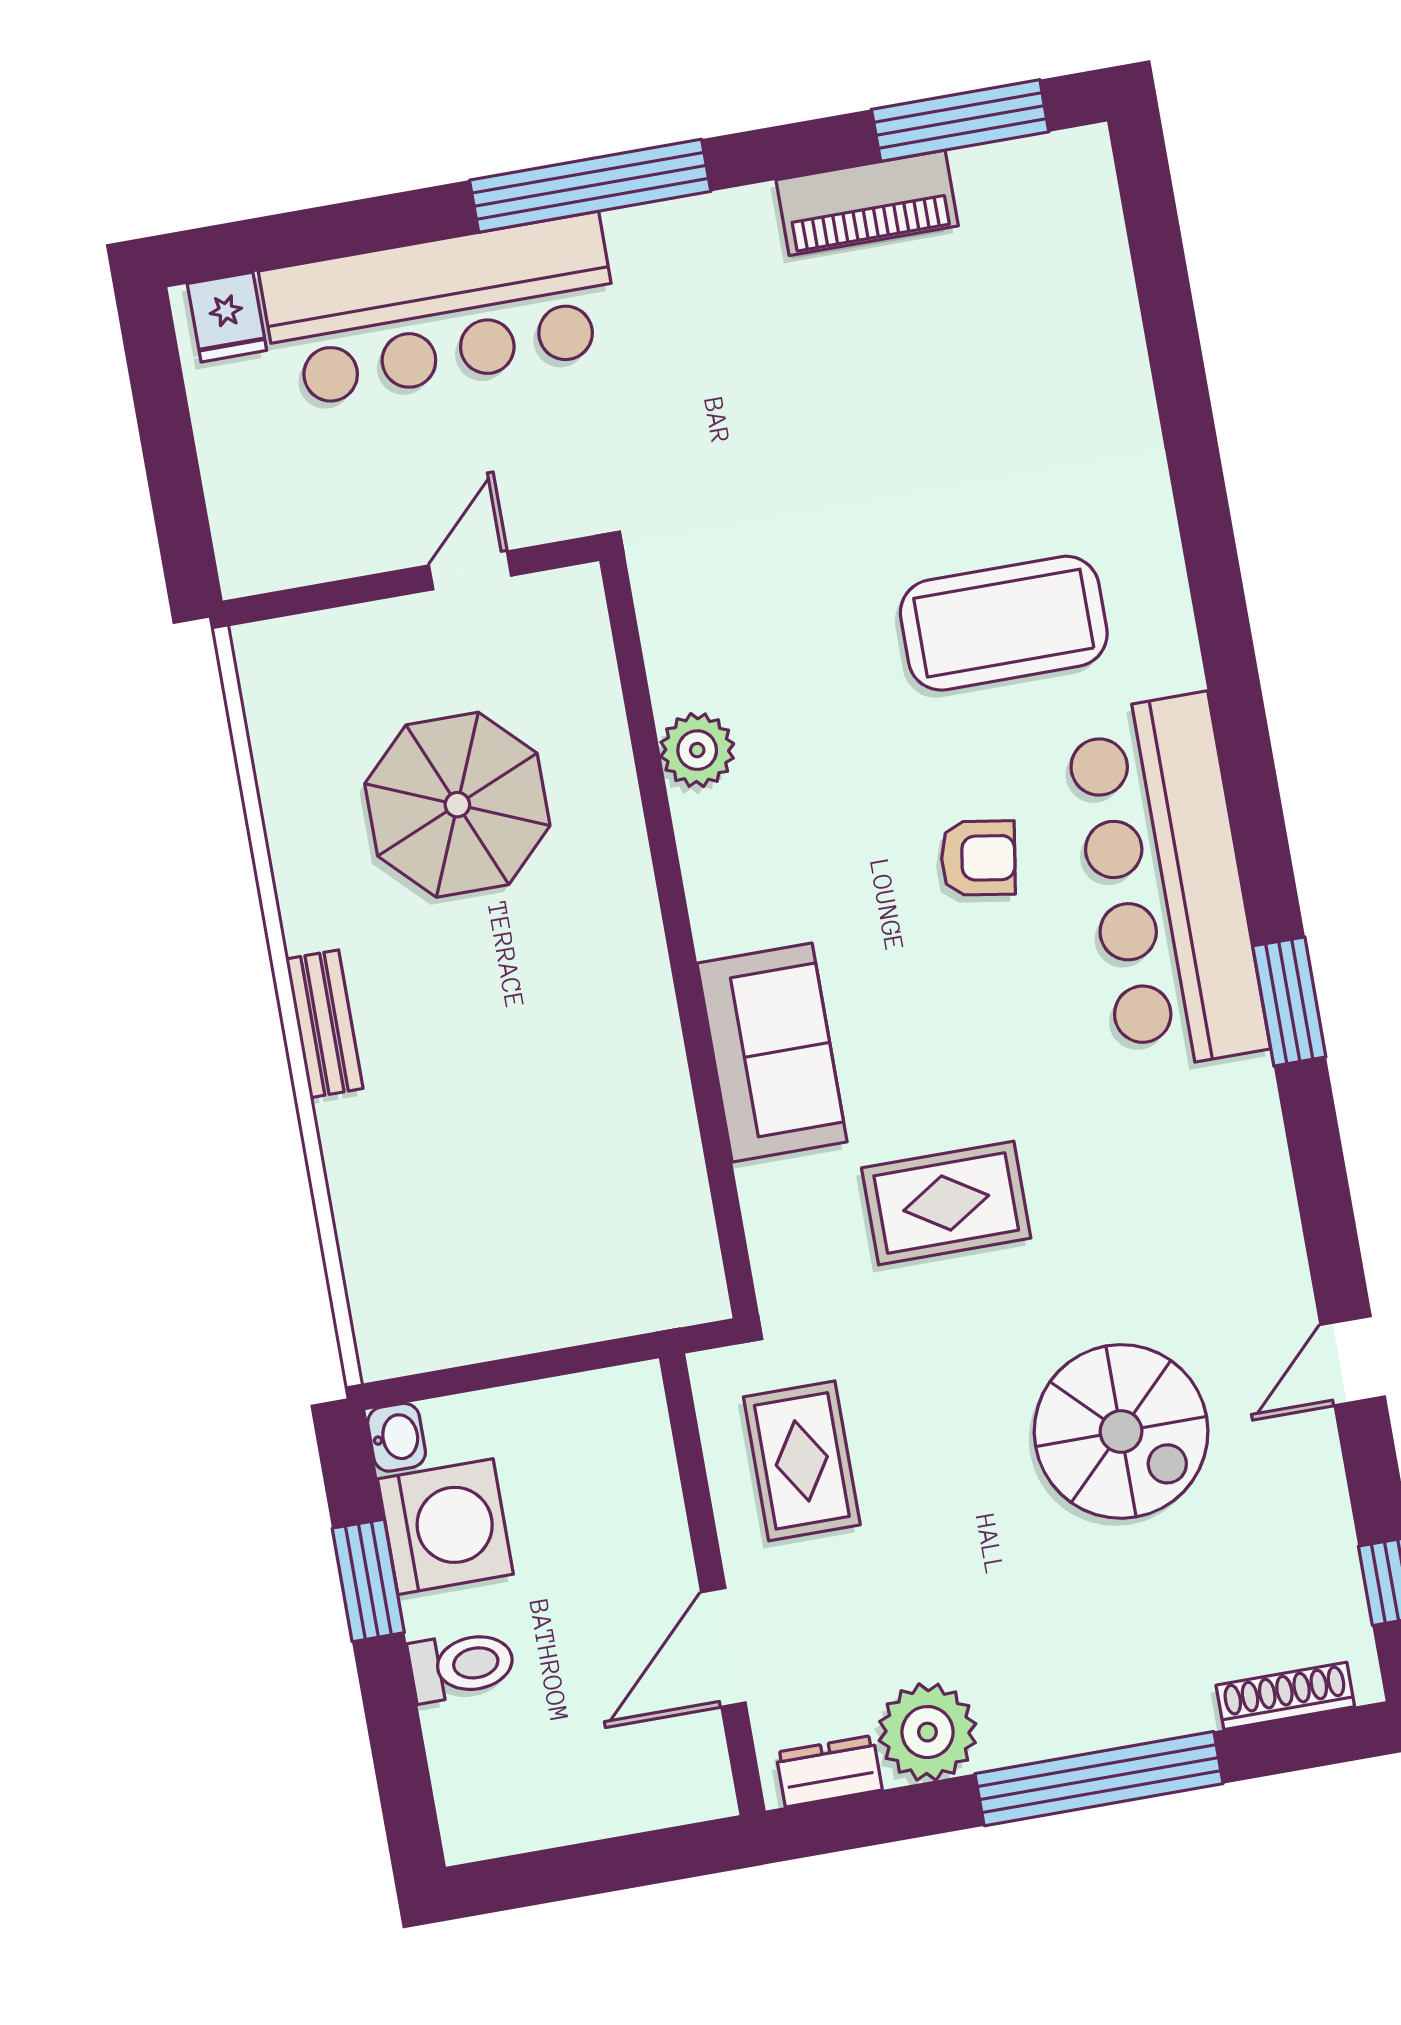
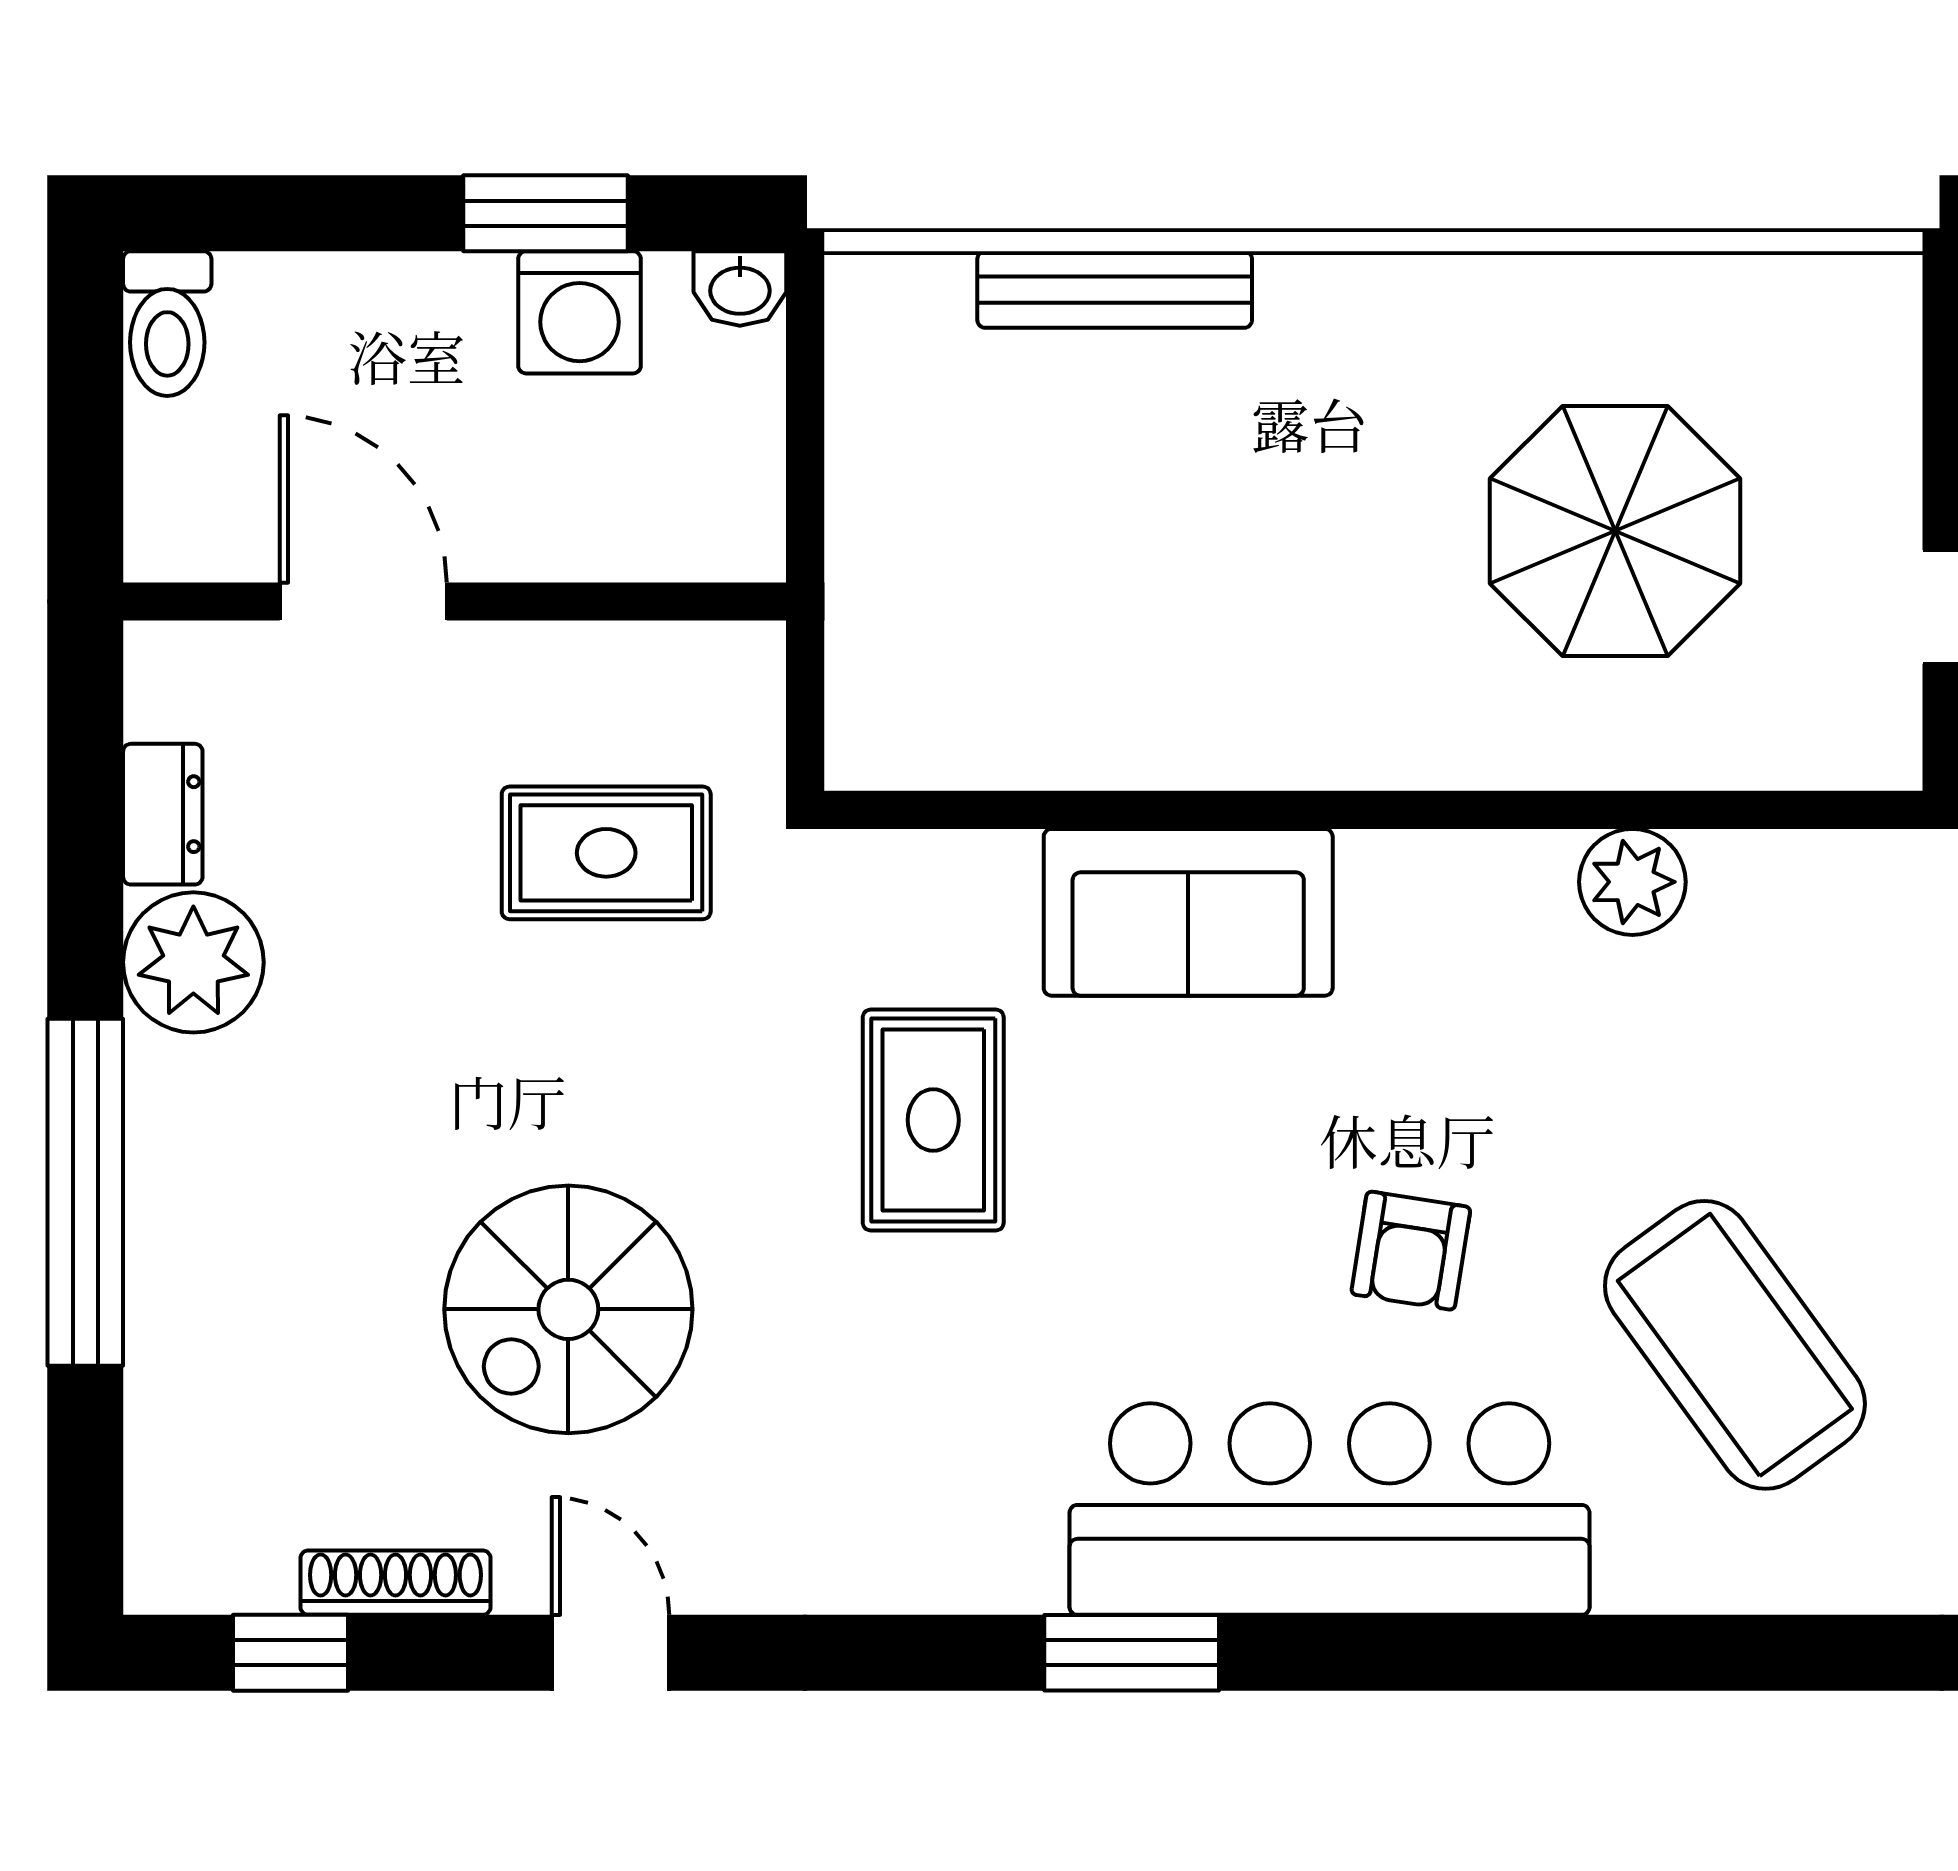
coffee table: (1004, 623) -> (1735, 1345), turned -36
bench: (324, 1024) -> (1115, 290), moved, width x1.36
washing machine: (445, 1527) -> (580, 312), width x0.73, depth x0.73
wall: (712, 1584) -> (455, 602), moved
door: (723, 1647) -> (363, 602), moved
toilet: (462, 1665) -> (167, 324), moved
shoe rack: (1285, 1696) -> (395, 1583), moved, turned -90

